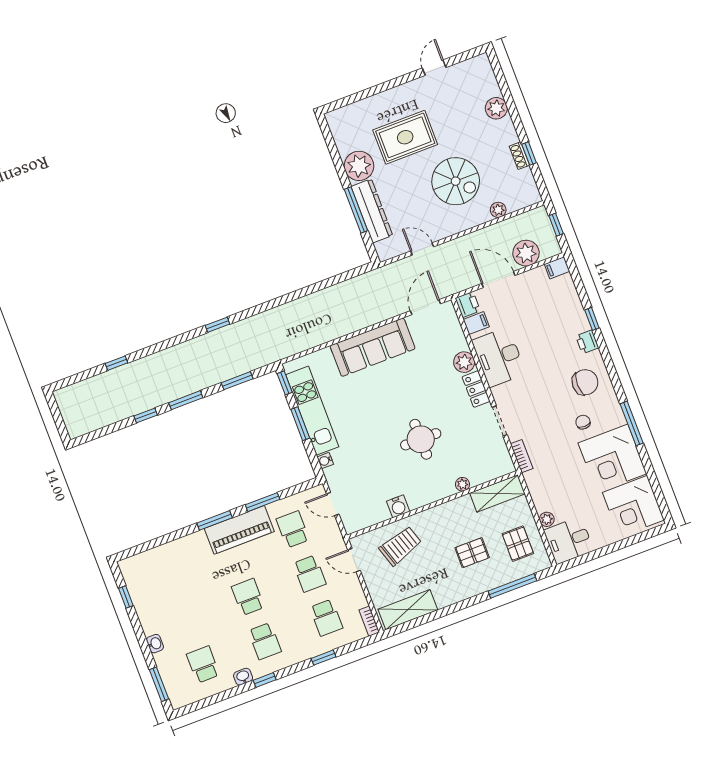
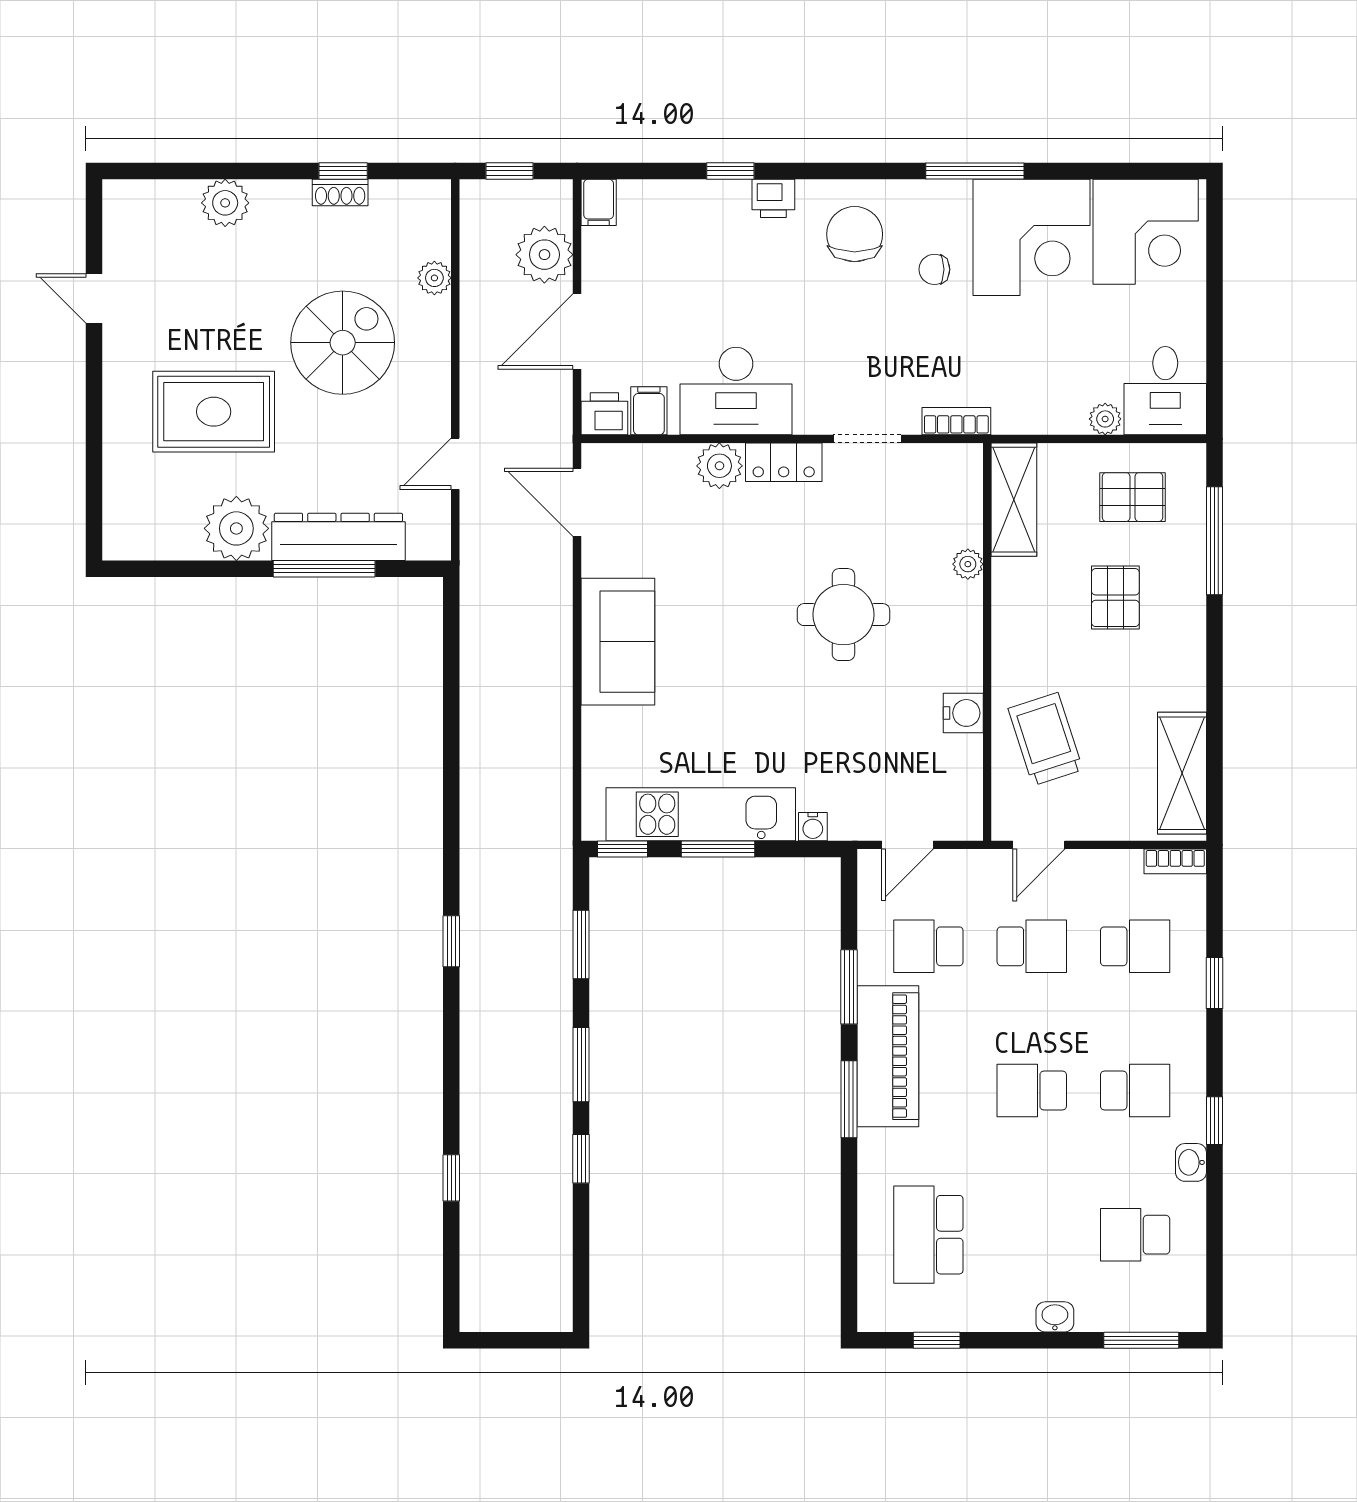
rug: (405, 137) -> (214, 412), turned 90
sofa: (373, 347) -> (618, 642), width x0.73
school desk: (170, 576) -> (928, 1235), added

